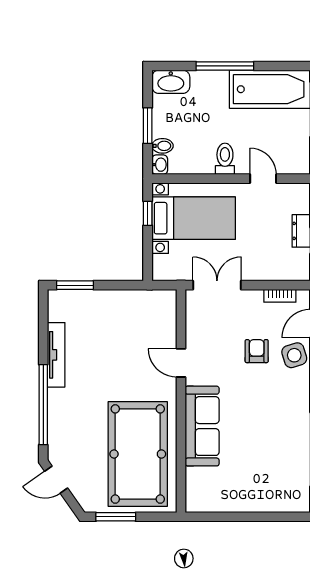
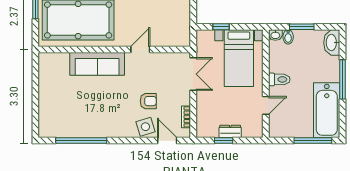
window: (148, 213) -> (221, 27), moved

